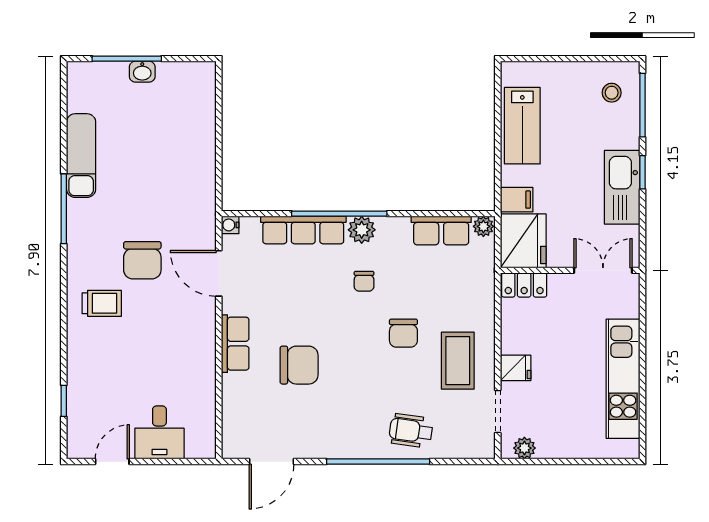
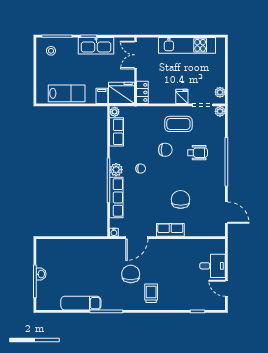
chair: (142, 260) -> (131, 274), turned -90
wheelchair: (411, 431) -> (197, 153), moved, turned -98
plant: (484, 448) -> (220, 111), added

